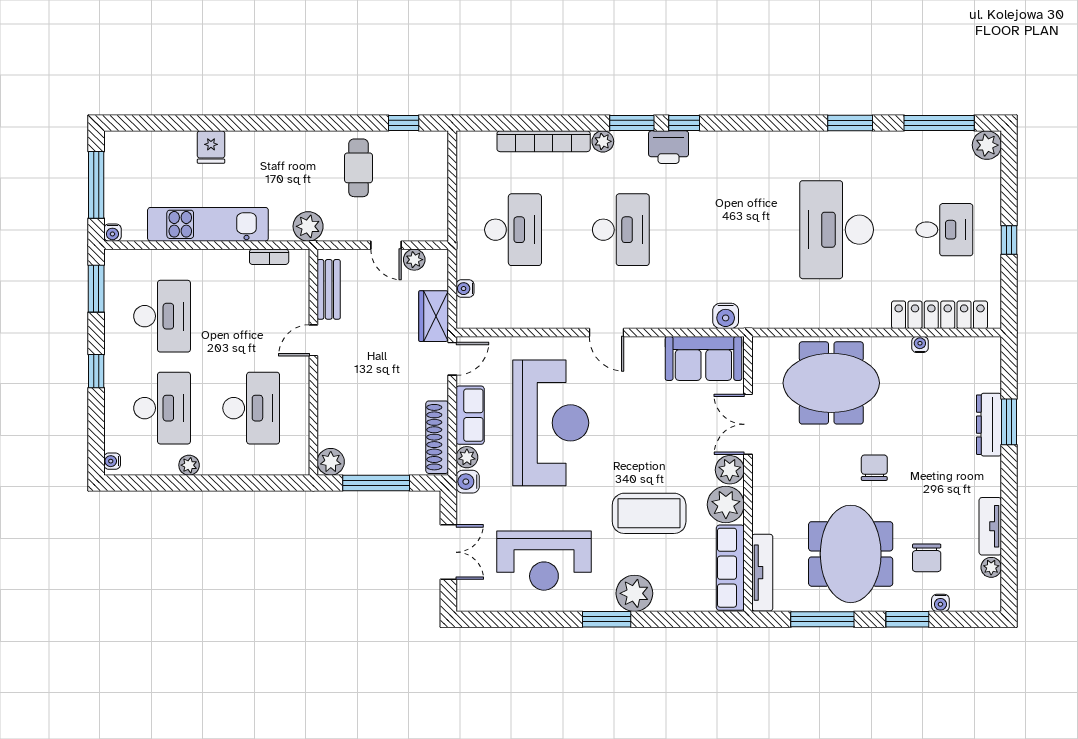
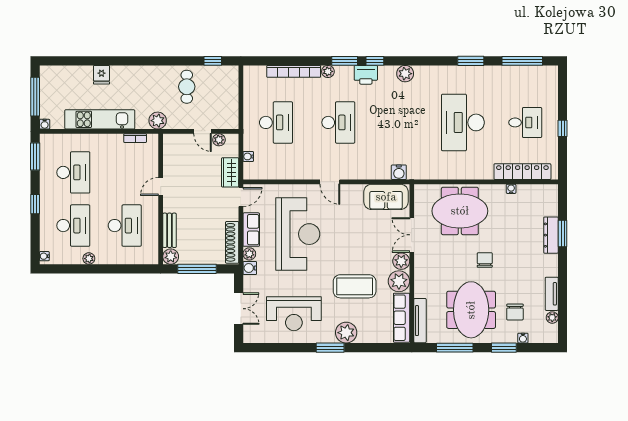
plant: (987, 145) -> (405, 74), moved
bench: (329, 289) -> (170, 230), moved

